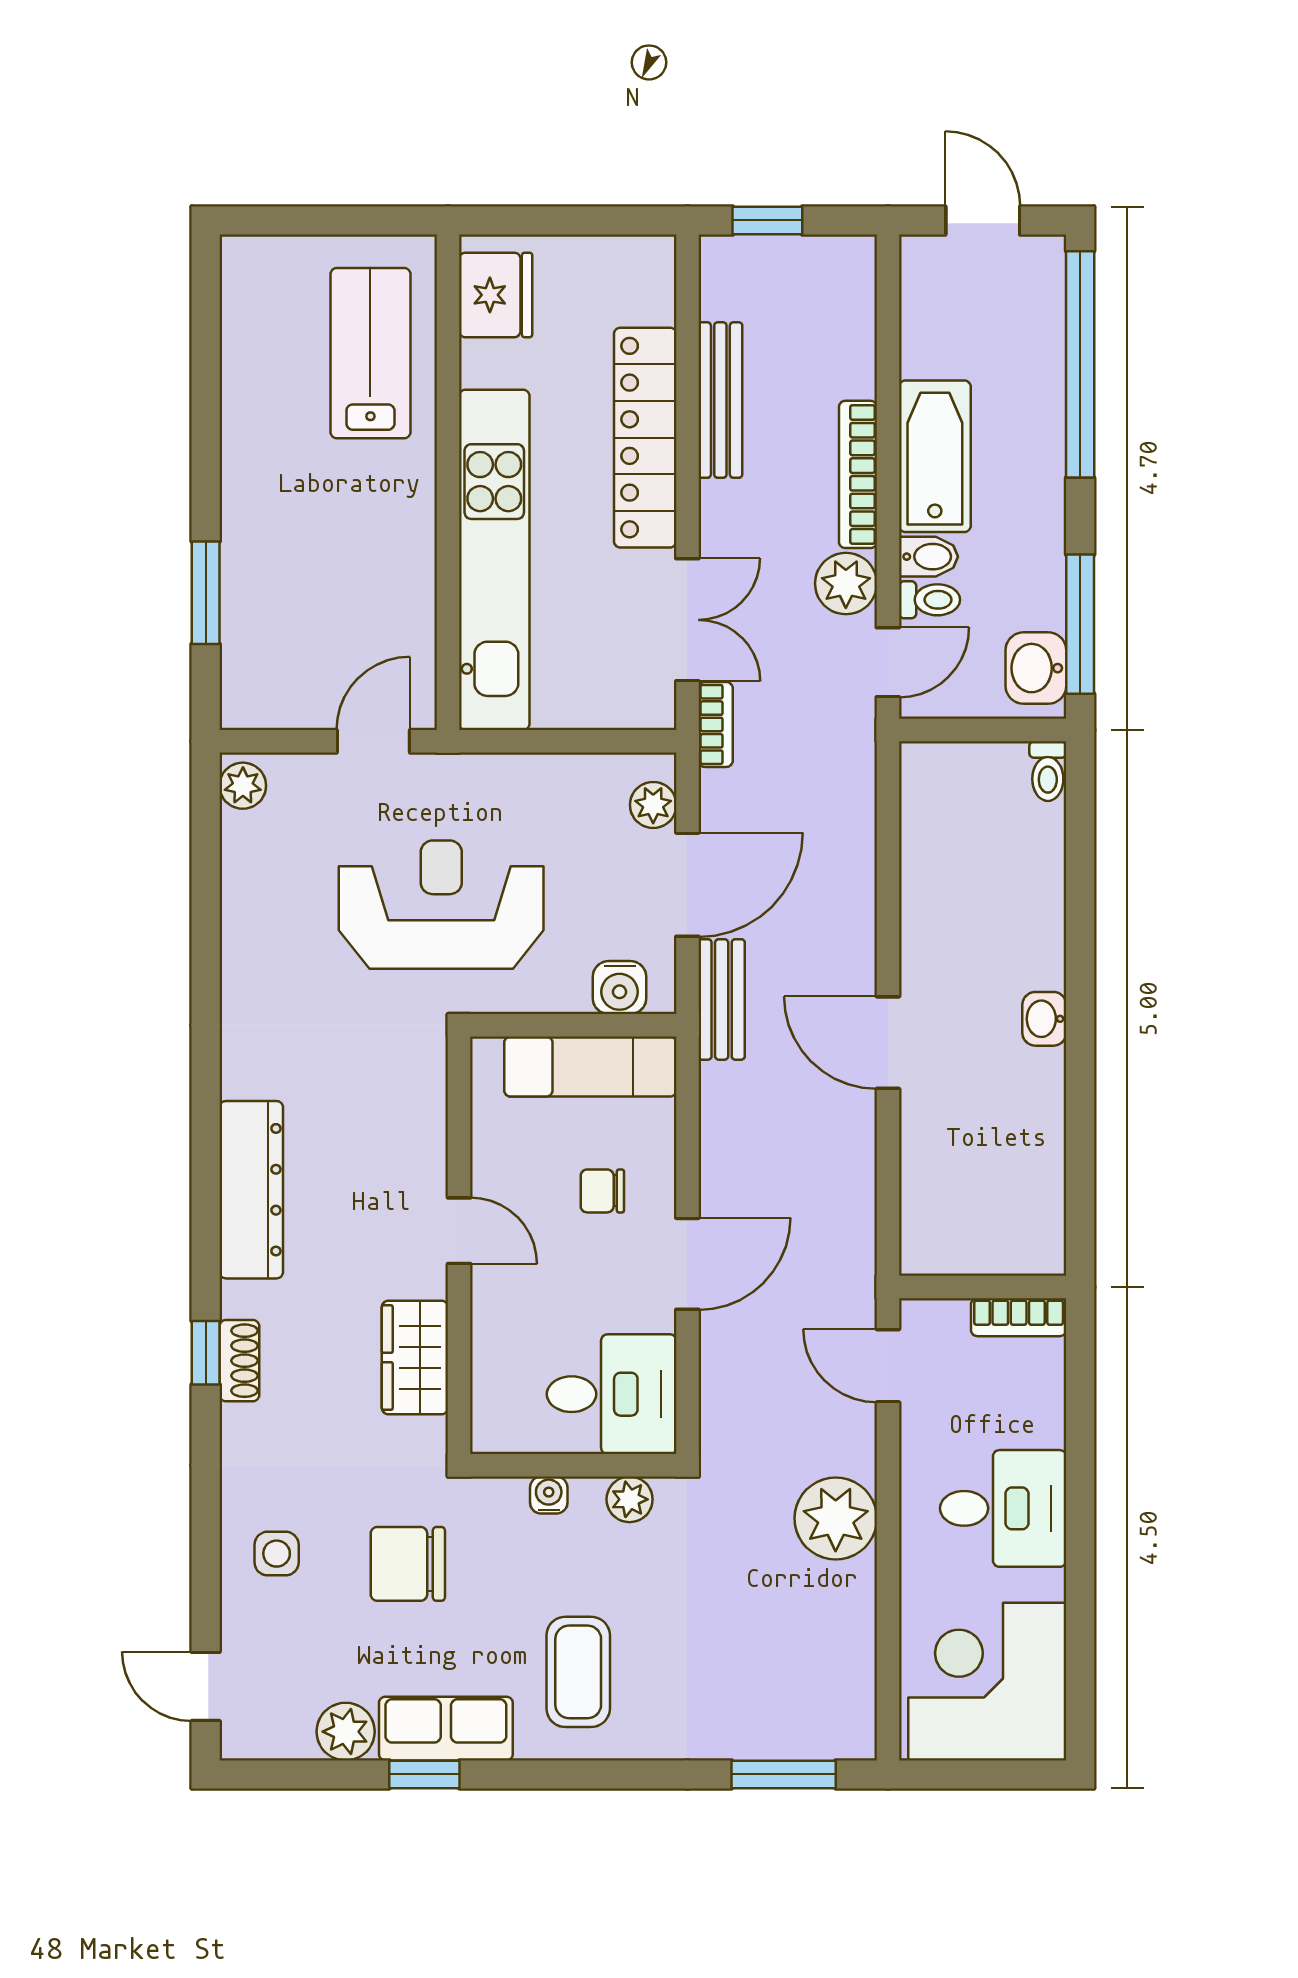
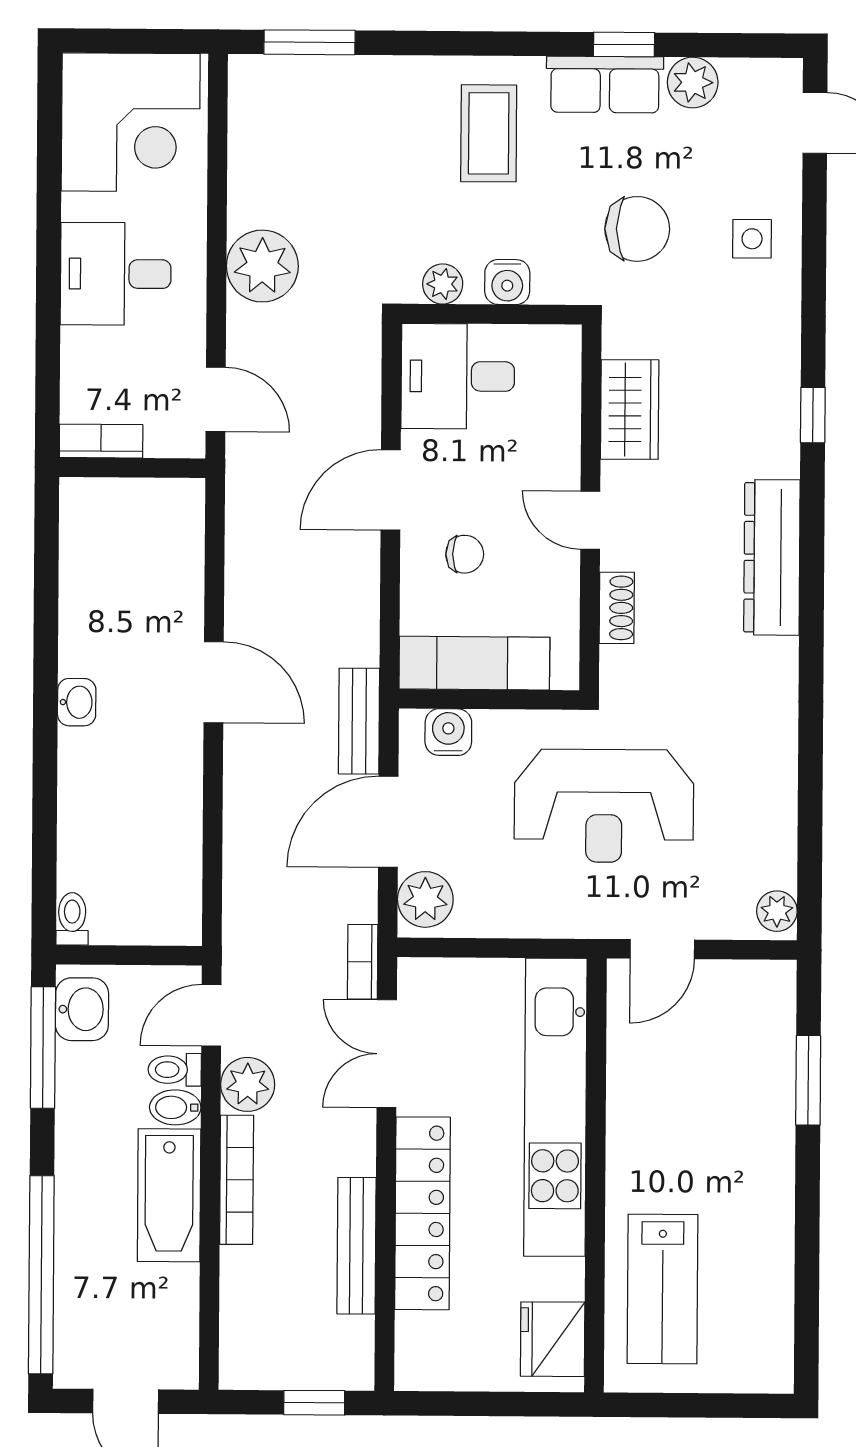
plant: (653, 805) -> (425, 899), width x1.38, depth x1.38
shoe rack: (239, 1361) -> (617, 608), moved, turned 180
water cooler: (549, 1495) -> (507, 282), width x1.38, depth x1.38

